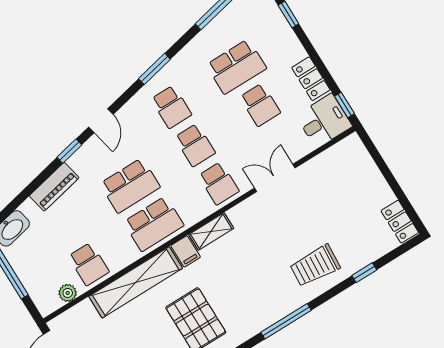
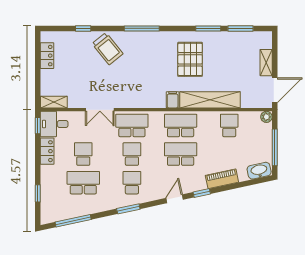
school desk: (219, 183) -> (132, 125), width x1.85
locker: (400, 222) -> (47, 56), moved
shelving: (211, 231) -> (54, 102), moved
trolley: (315, 266) -> (107, 49), turned 47
plant: (68, 293) -> (266, 117), moved

